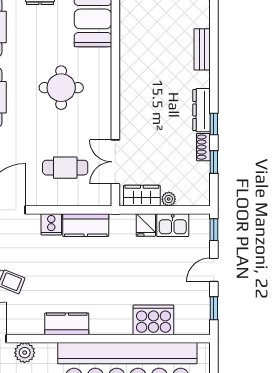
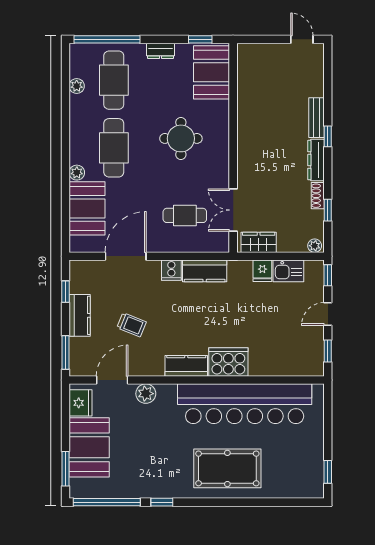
bench: (202, 49) -> (317, 118), moved
window: (214, 124) -> (328, 136), moved
plant: (169, 199) -> (315, 246), moved
cooker: (153, 320) -> (228, 362), moved

